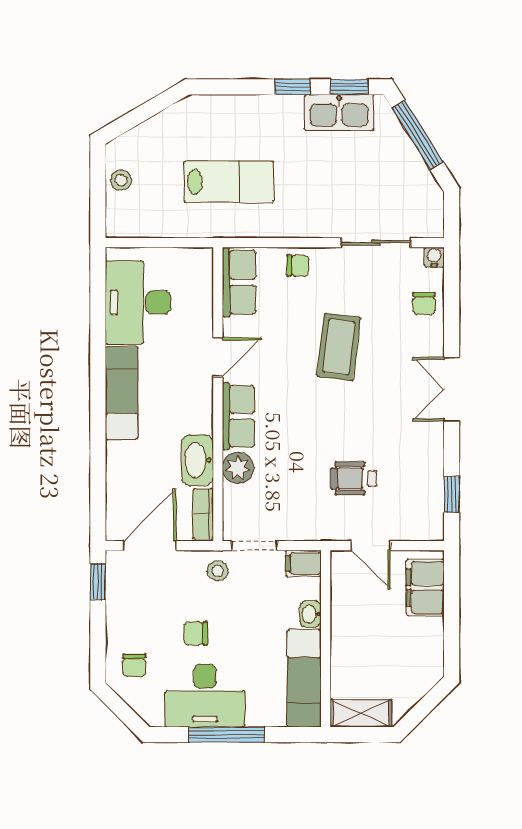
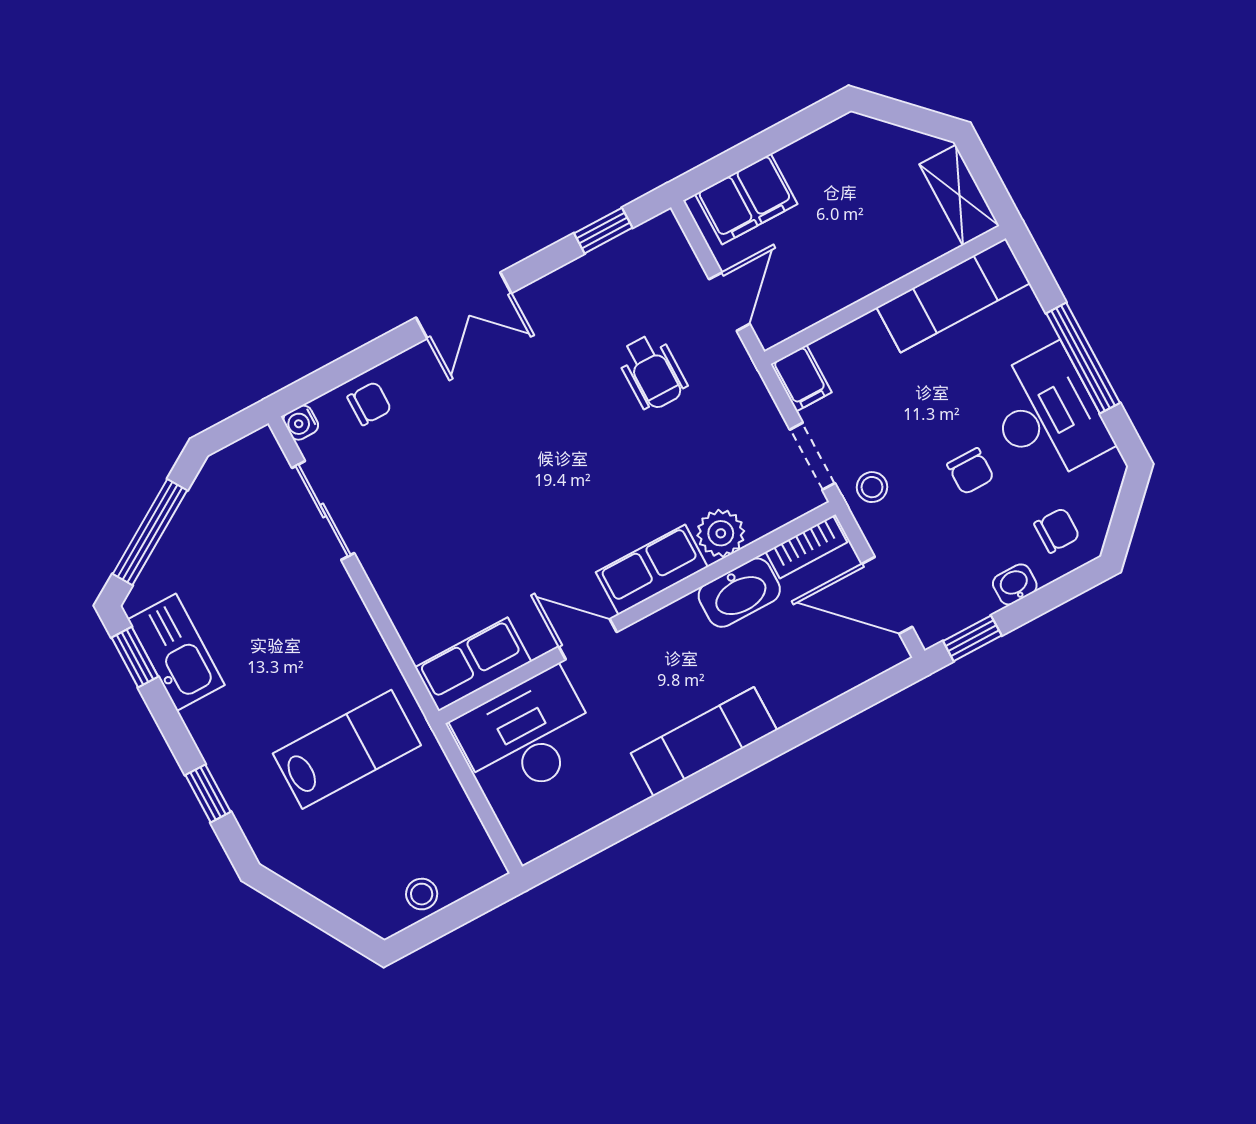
window: (292, 87) -> (208, 793), moved
lab bench: (229, 182) -> (347, 749), turned 90
chair: (298, 266) -> (409, 598), removed
desk: (138, 302) -> (527, 736), moved, turned 180
coffee table: (339, 347) -> (488, 486), removed
washbasin: (311, 614) -> (1015, 584), moved, turned 180

